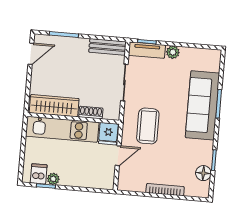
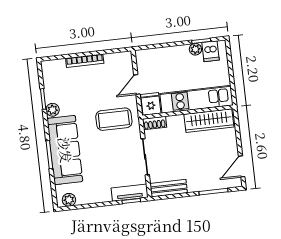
plant: (173, 52) -> (69, 200), moved
shoe rack: (91, 113) -> (155, 123), moved
coffee table: (148, 126) -> (114, 119), turned 90
plant: (207, 147) -> (53, 110), added
floor lamp: (203, 173) -> (51, 84), removed

